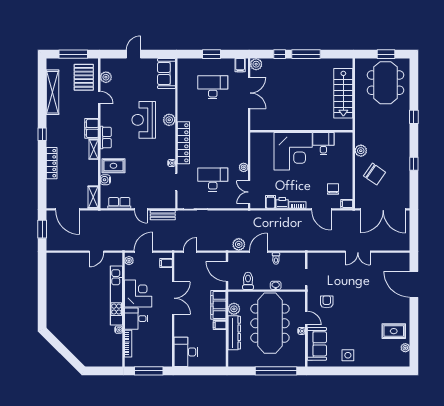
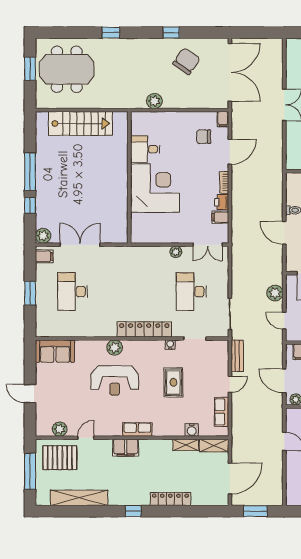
shelving: (94, 149) -> (186, 445), moved
rug: (113, 166) -> (173, 382), moved
chair: (375, 174) -> (186, 61), moved
plant: (239, 244) -> (275, 293), moved

